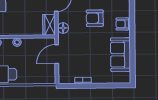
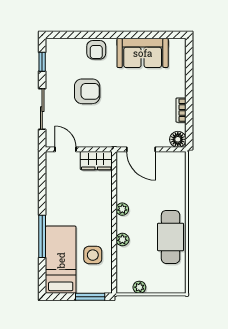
armchair: (95, 18) -> (87, 91), turned -90
floor lamp: (63, 28) -> (178, 139), moved

